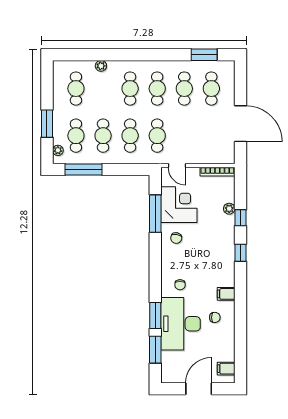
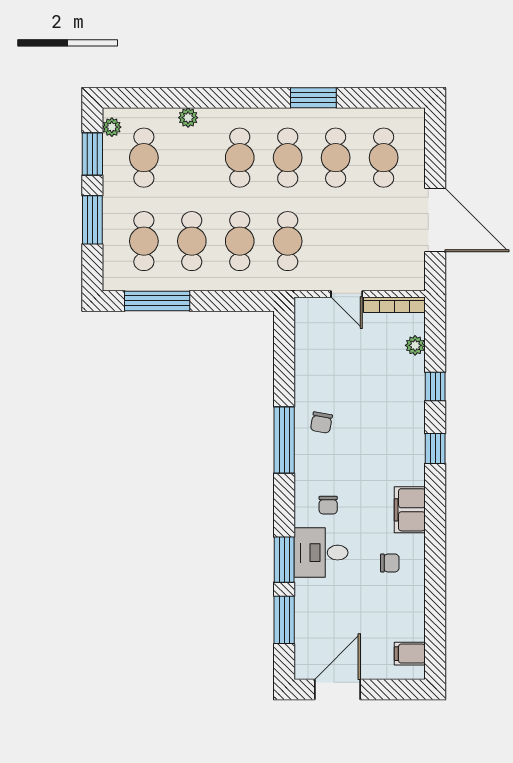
window: (204, 55) -> (313, 98), moved
window: (47, 86) -> (92, 154), added
plant: (58, 150) -> (112, 127), moved
door: (177, 166) -> (347, 294), moved
corner desk: (179, 205) -> (326, 363), removed
plant: (229, 209) -> (415, 345), moved
window: (155, 214) -> (284, 440), moved
filing cabinet: (226, 294) -> (410, 510), width x2.00
desk: (181, 324) -> (321, 553), width x0.53, depth x0.77
door: (199, 389) -> (338, 689), moved

